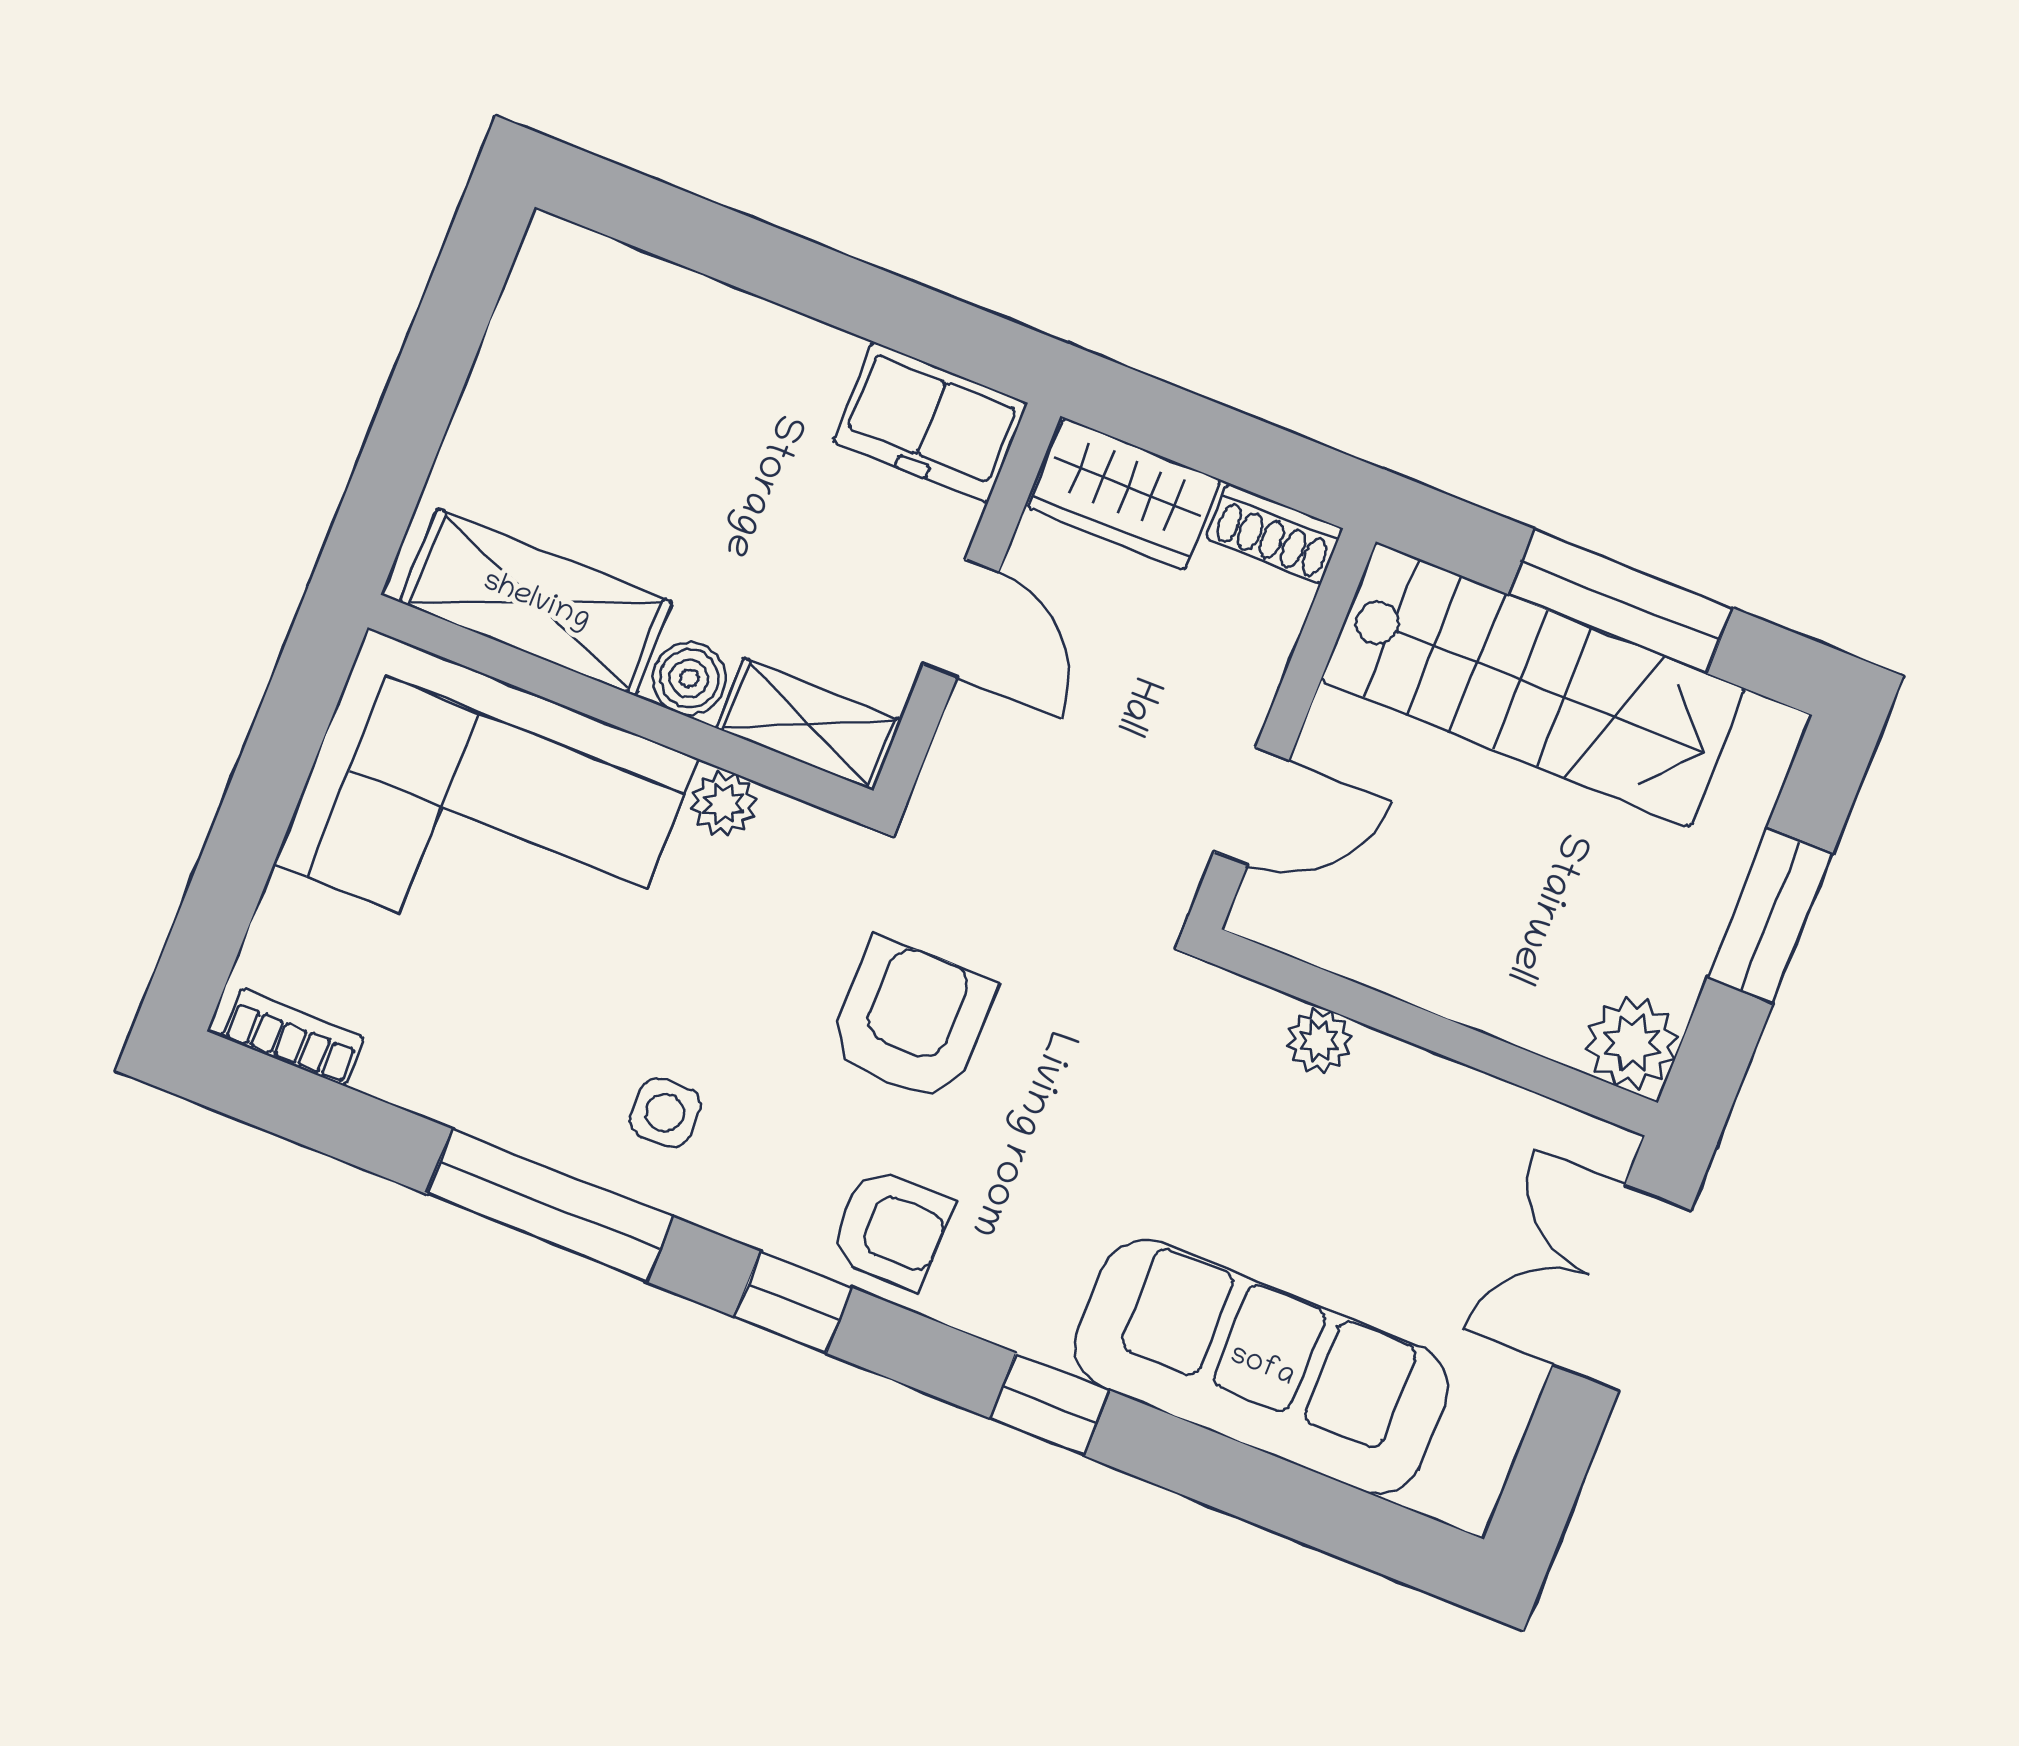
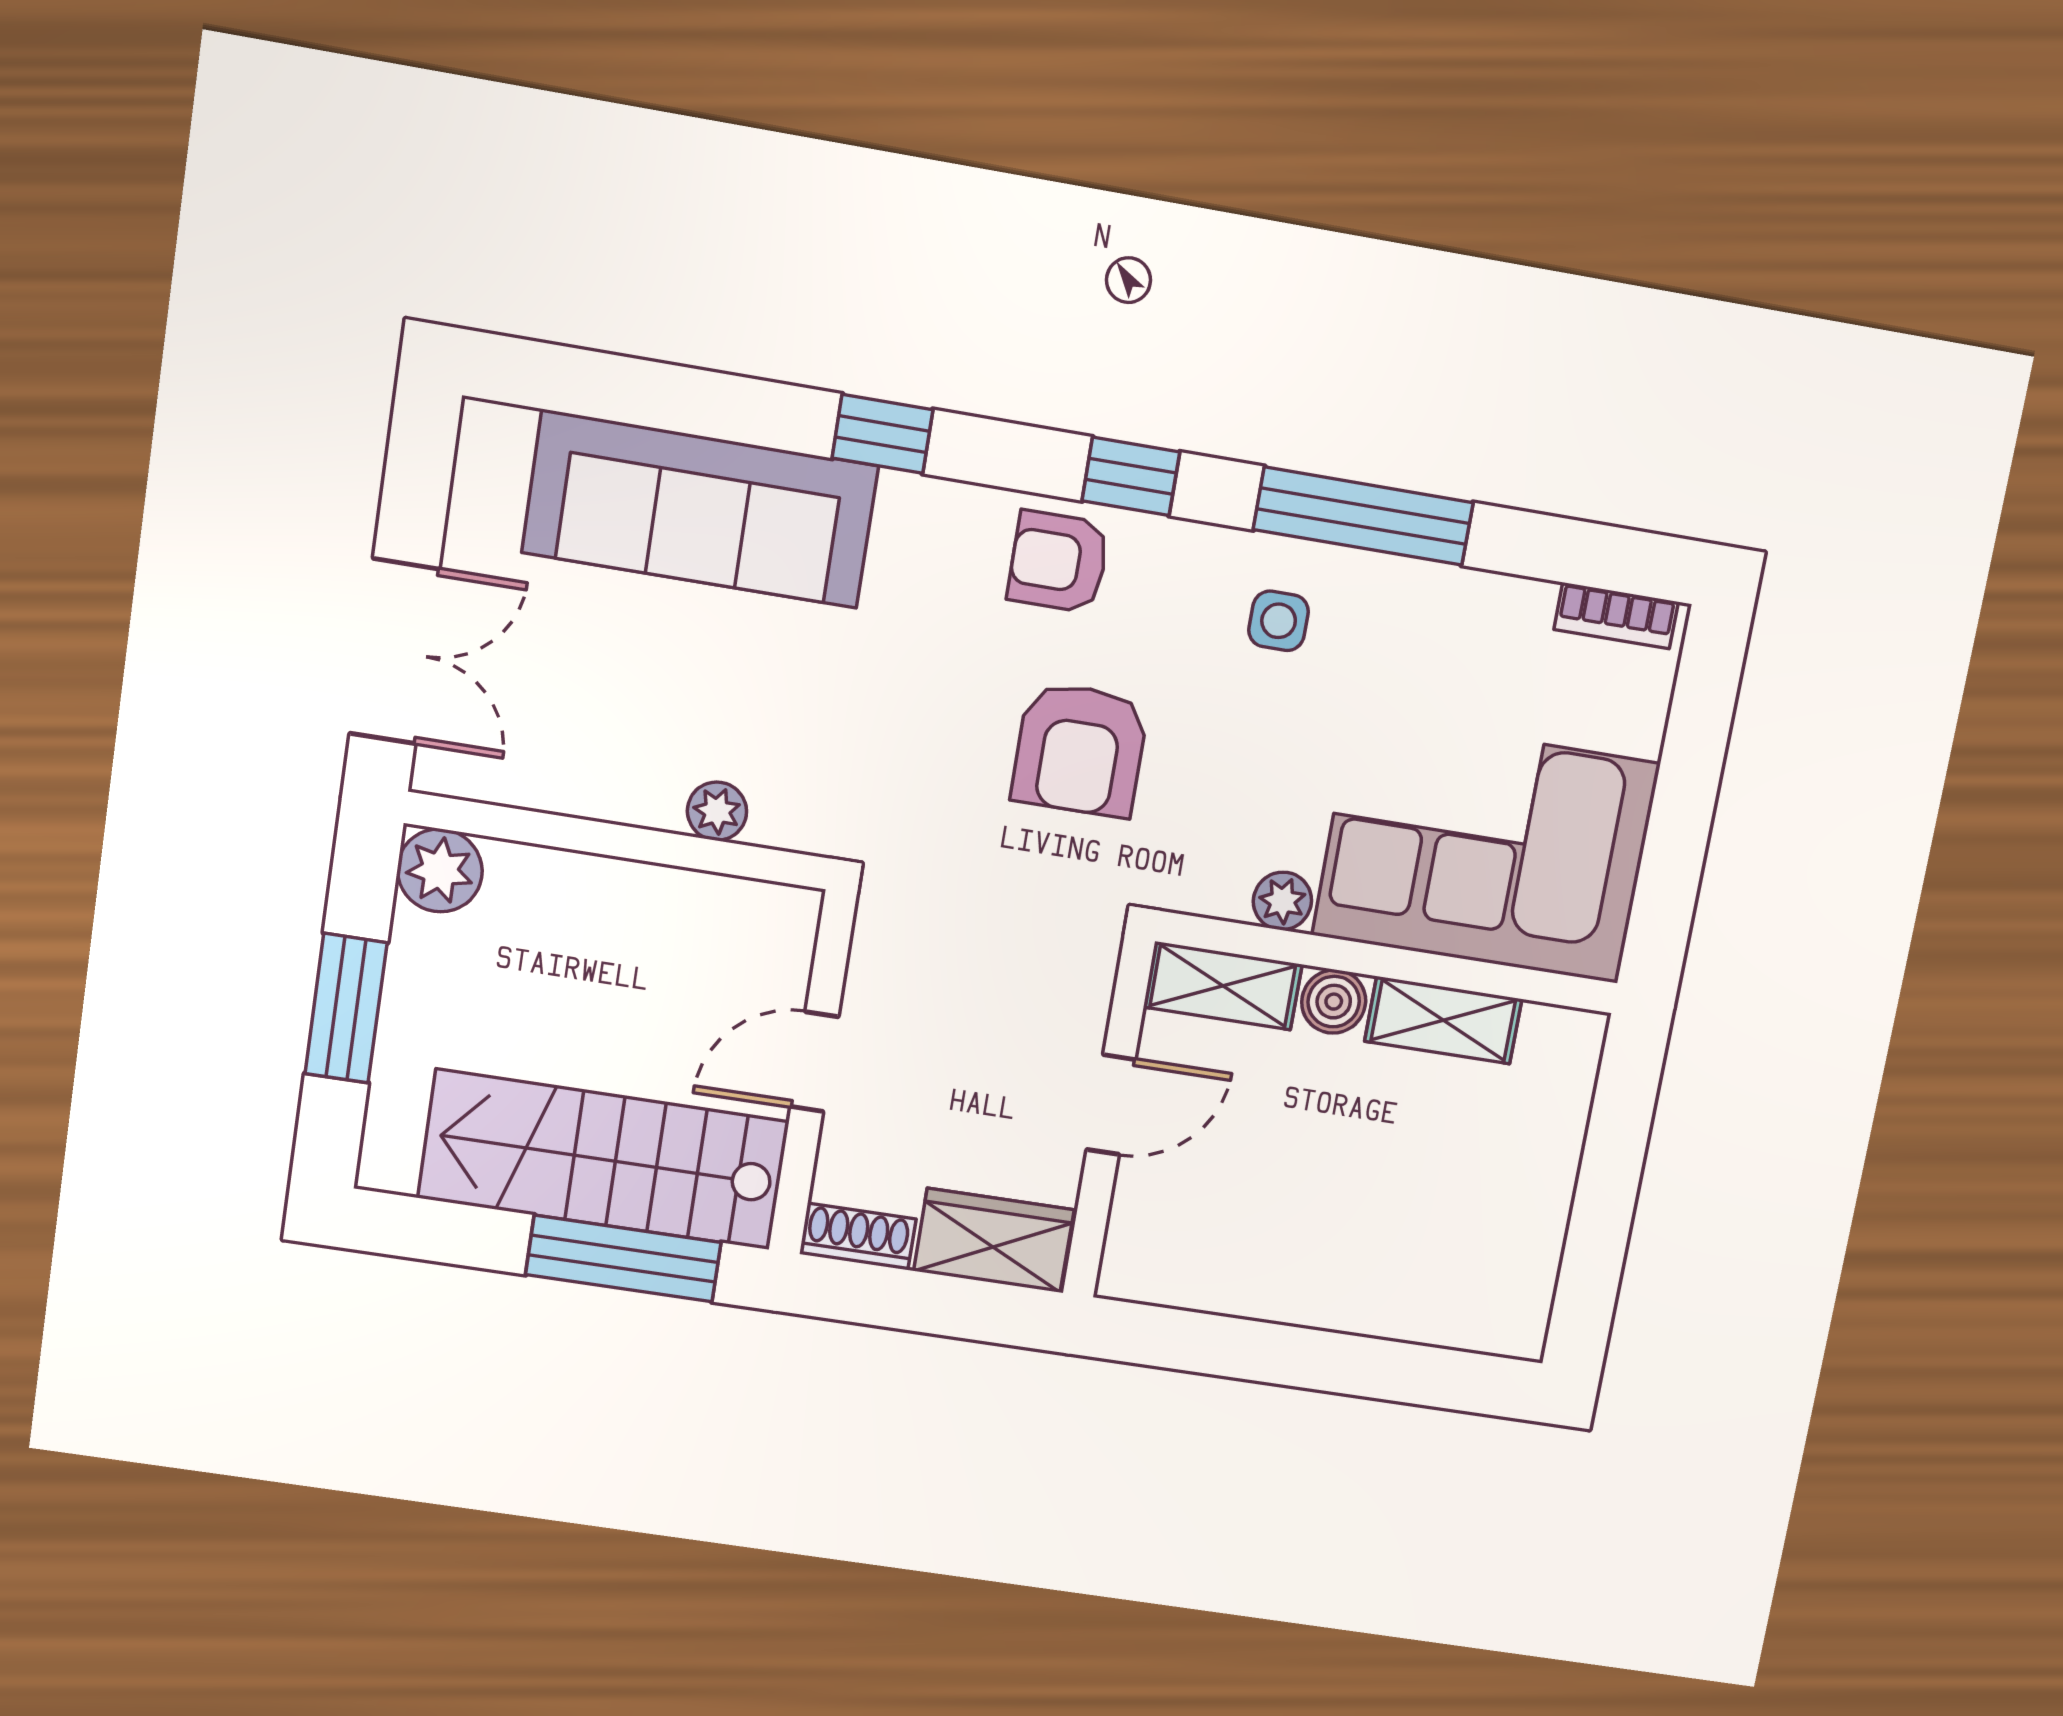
freezer: (930, 422) -> (1173, 1262), removed
window: (1621, 601) -> (623, 1259), moved
shelving: (536, 602) -> (1443, 1020), width x0.67, depth x0.75
door: (961, 619) -> (1111, 1105), swing flipped
door: (1251, 806) -> (814, 1062), moved

